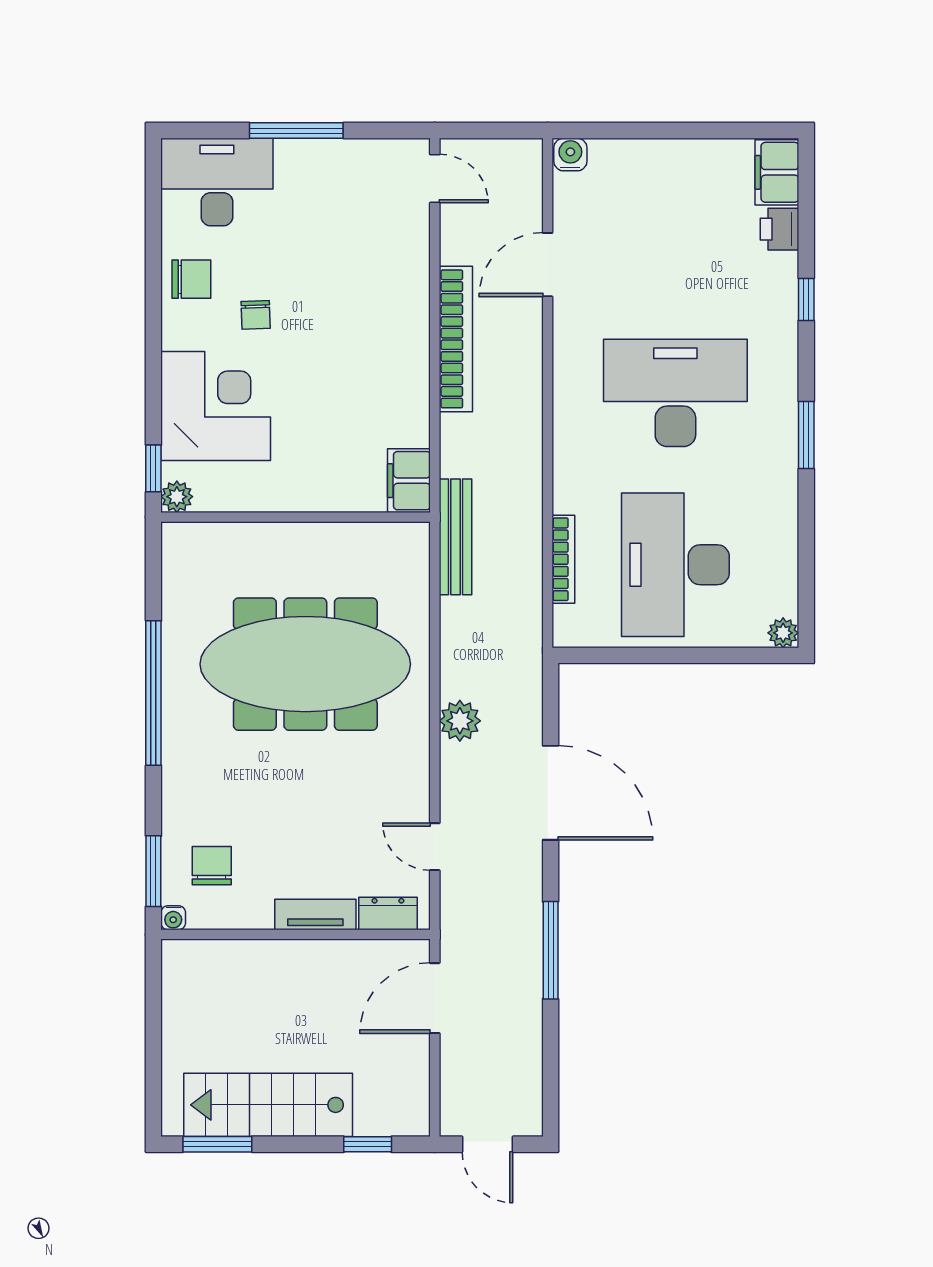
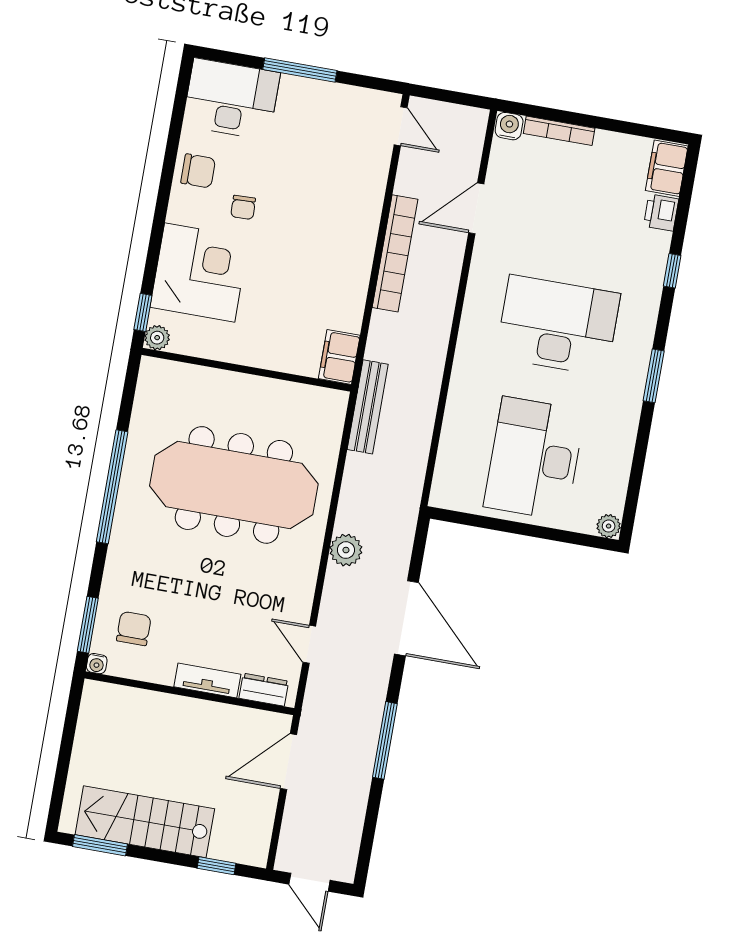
bookcase: (563, 559) -> (559, 131), moved, turned 90

